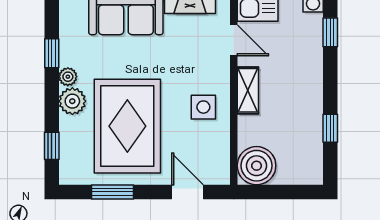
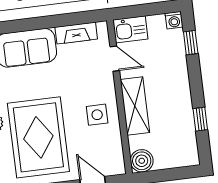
shelving: (248, 90) -> (135, 106), width x1.50, depth x1.33
boiler: (257, 166) -> (142, 161), width x0.73, depth x0.73

